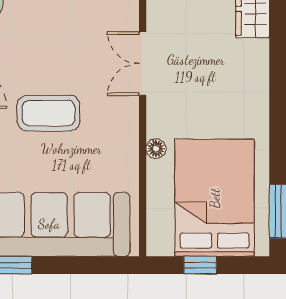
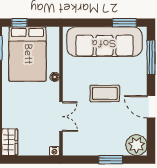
window: (200, 265) -> (19, 23), moved

